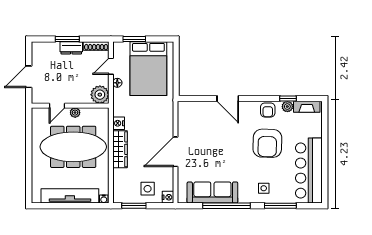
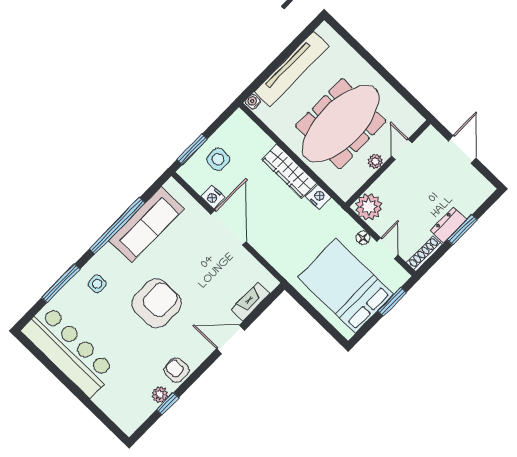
fireplace: (307, 107) -> (251, 301), moved
armchair: (267, 143) -> (157, 303), moved, turned 88
nightstand: (168, 197) -> (213, 197), moved
window: (134, 206) -> (192, 149), moved

